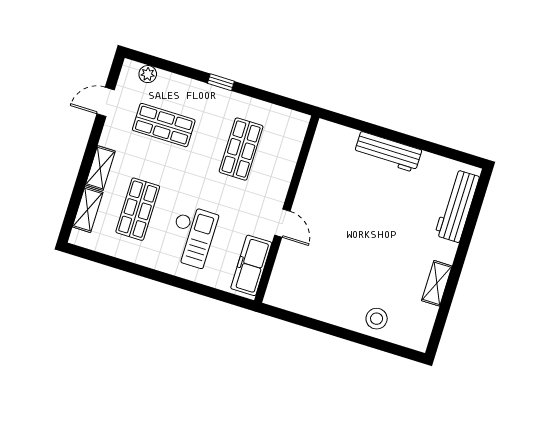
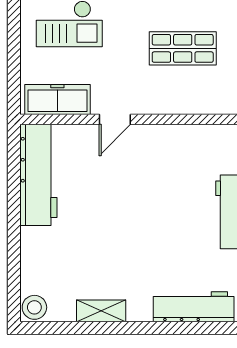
workbench: (309, 300) -> (38, 175), added
stool: (377, 319) -> (34, 307), moved

